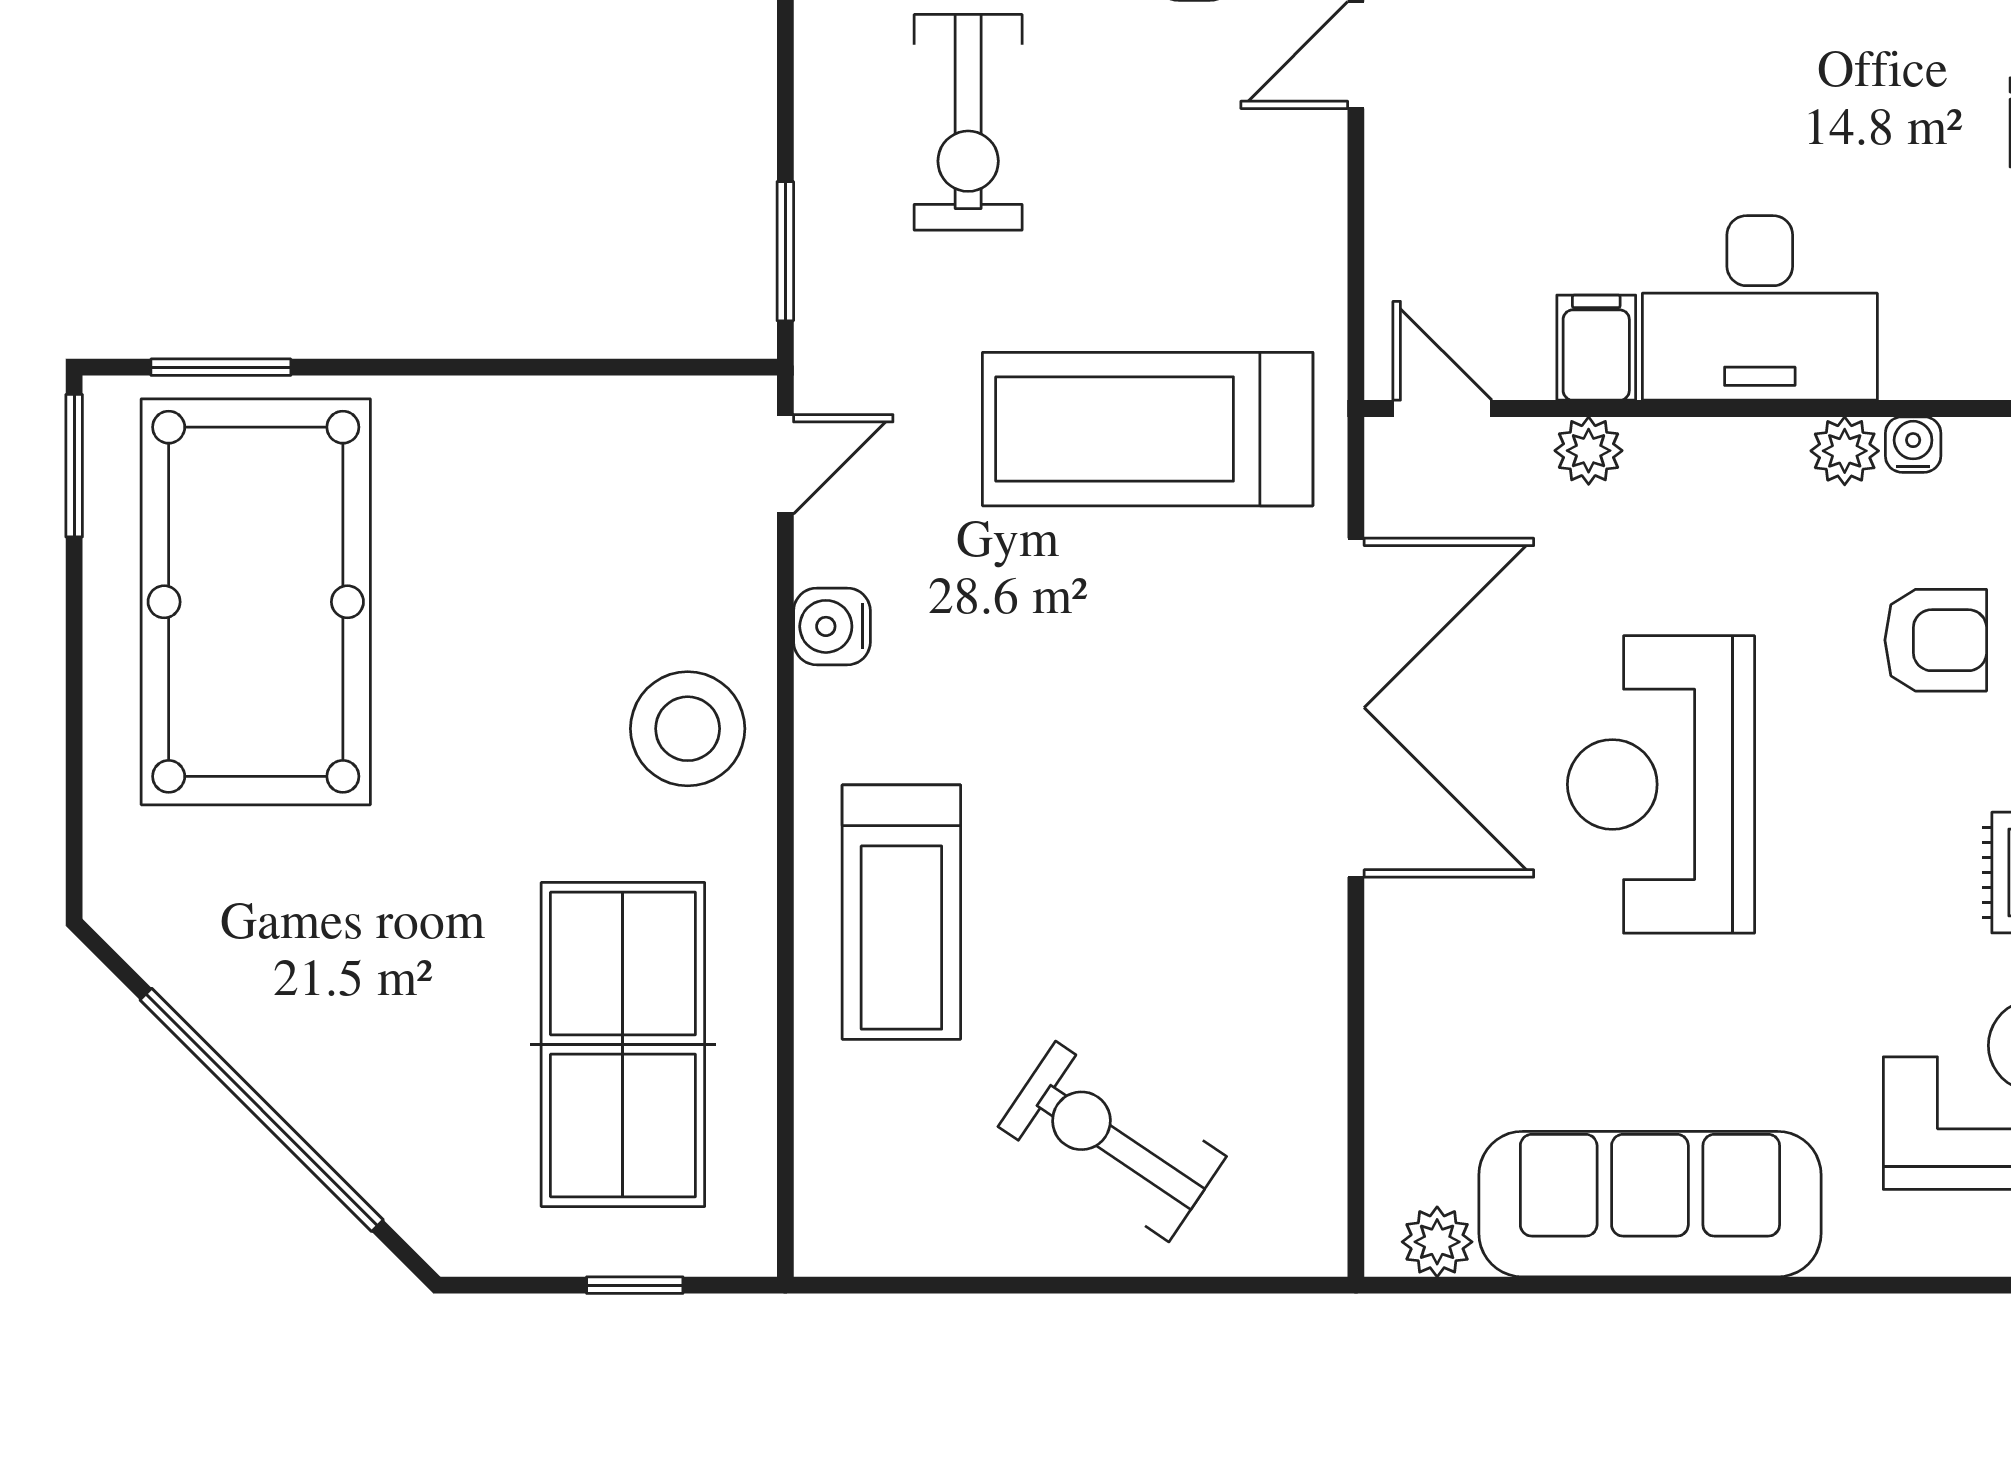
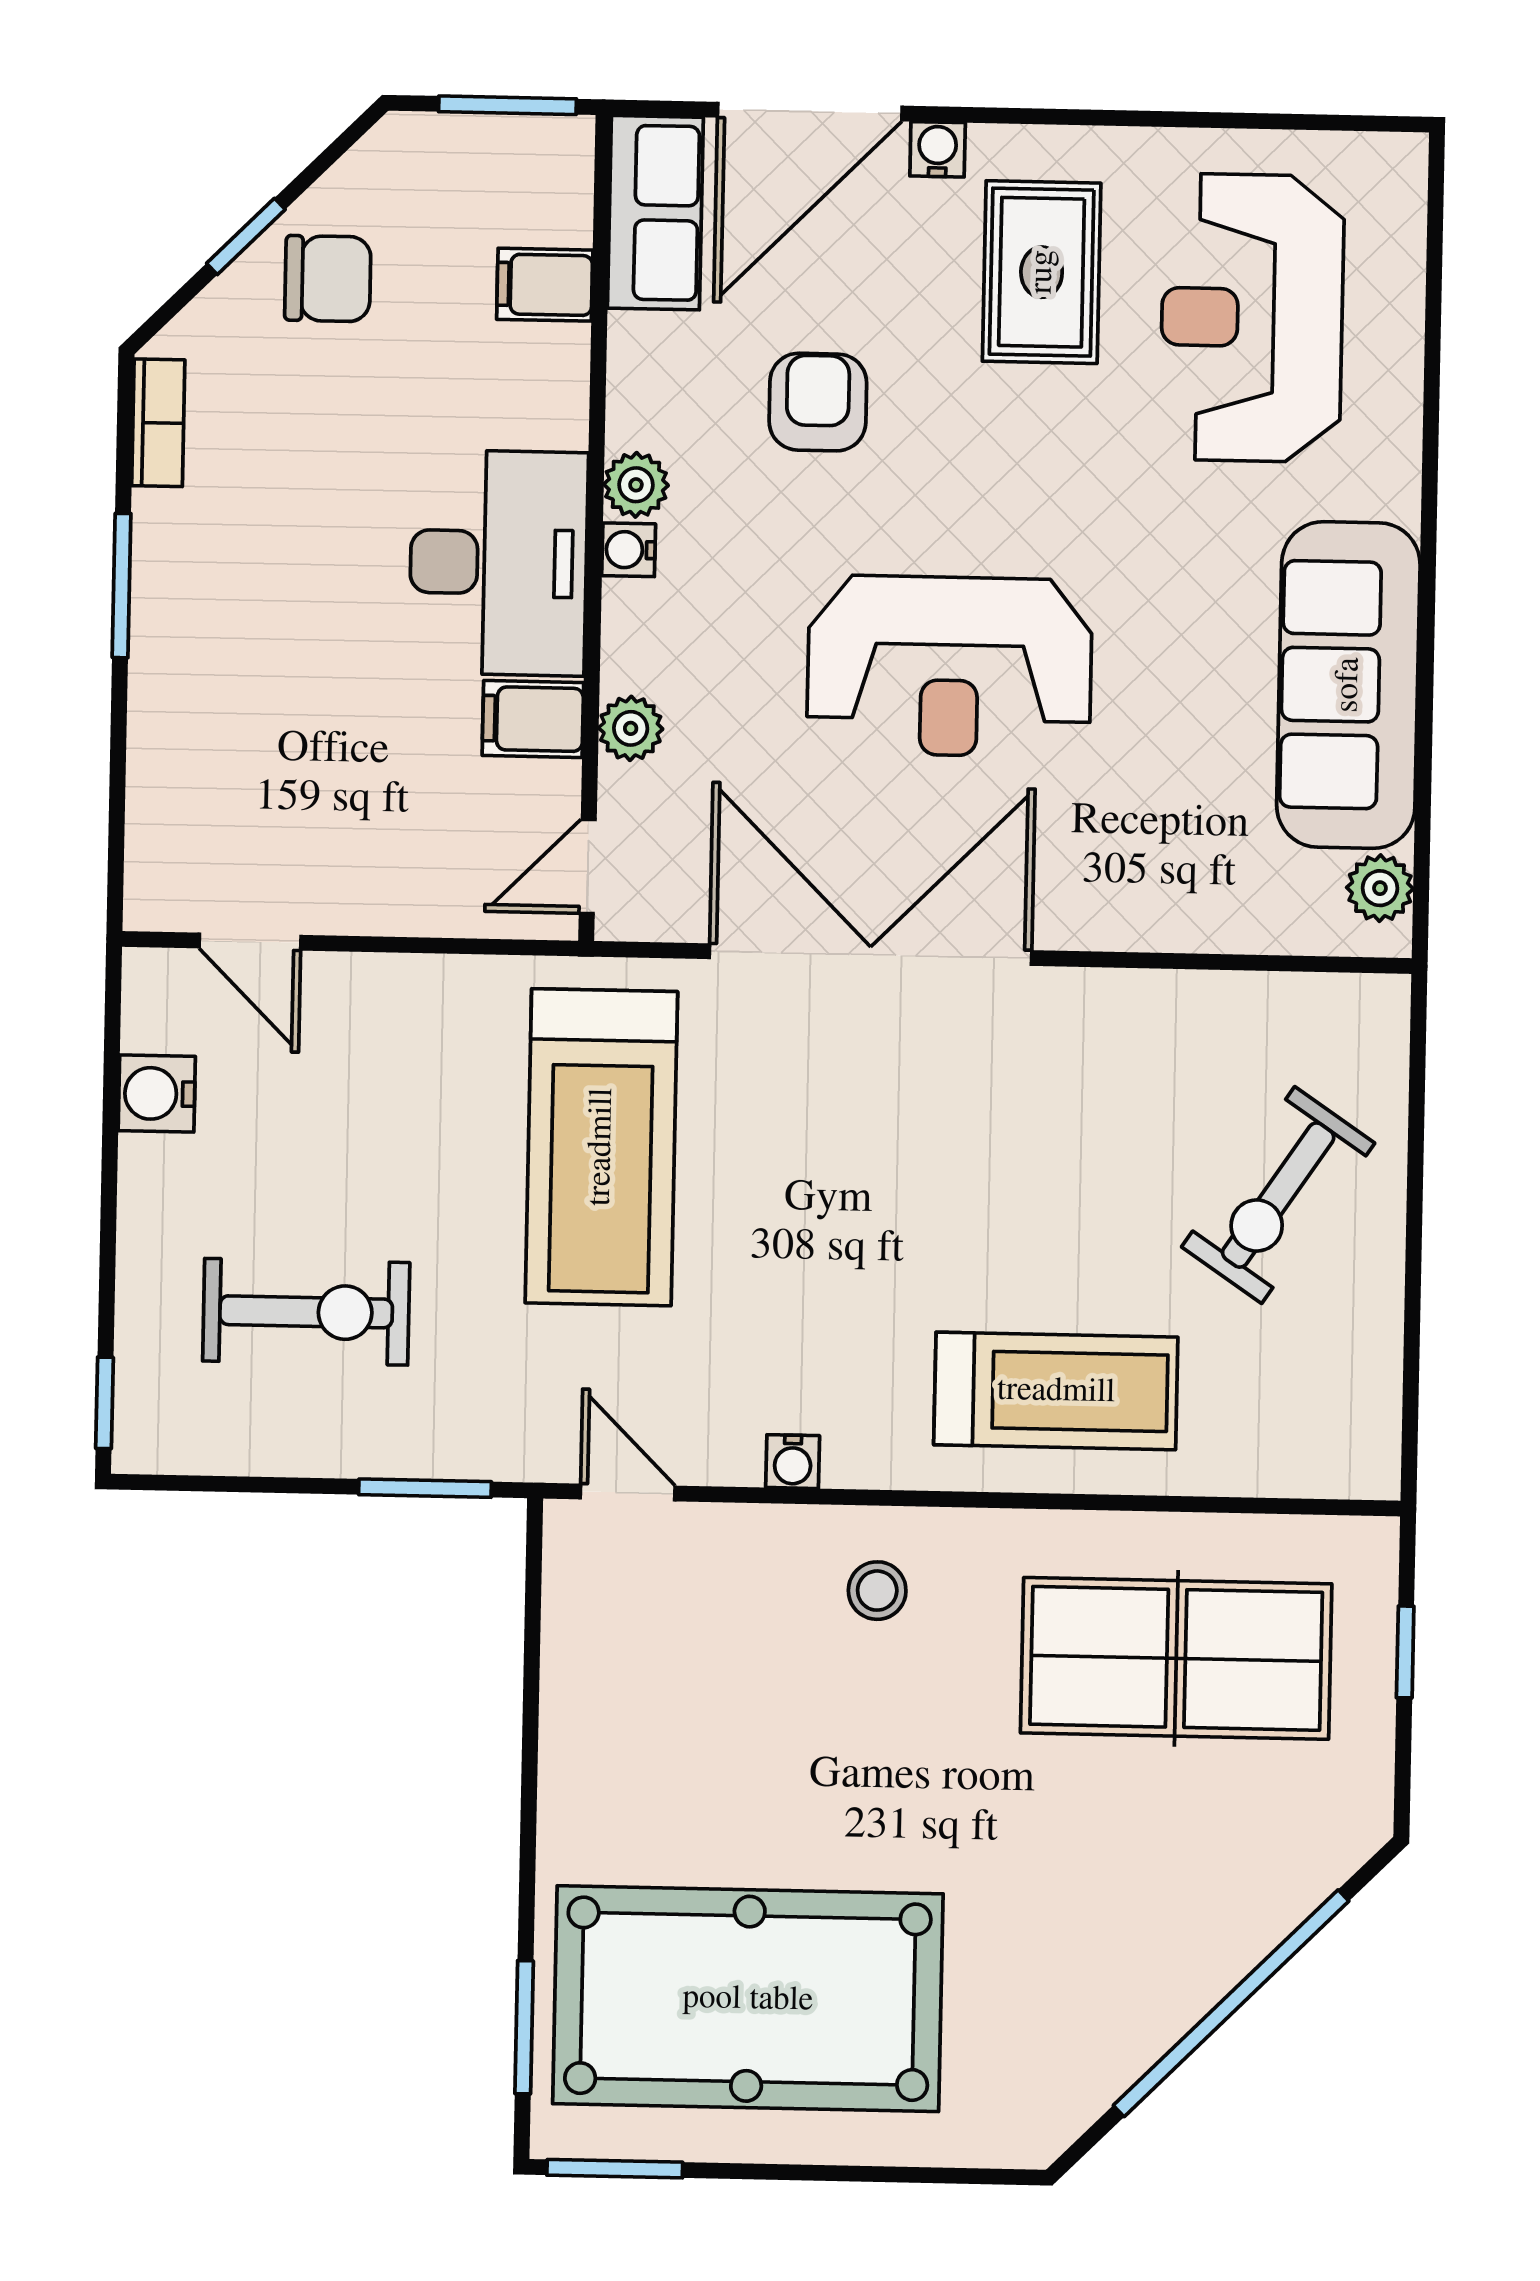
water cooler: (1913, 445) -> (629, 550), moved
water cooler: (832, 626) -> (793, 1462), width x0.72, depth x0.72
stool: (688, 729) -> (877, 1591), width x0.53, depth x0.53

